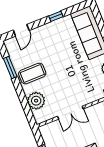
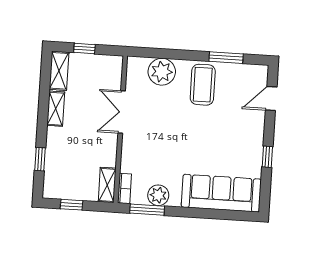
door: (21, 30) -> (271, 99), hinge flipped

